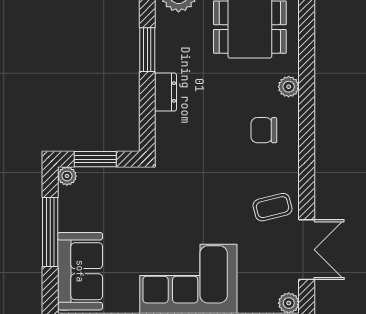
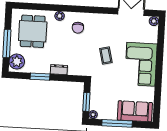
coffee table: (272, 207) -> (106, 56), moved

